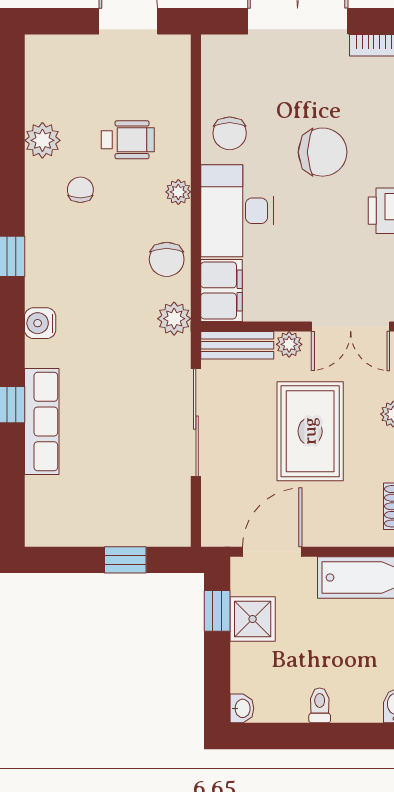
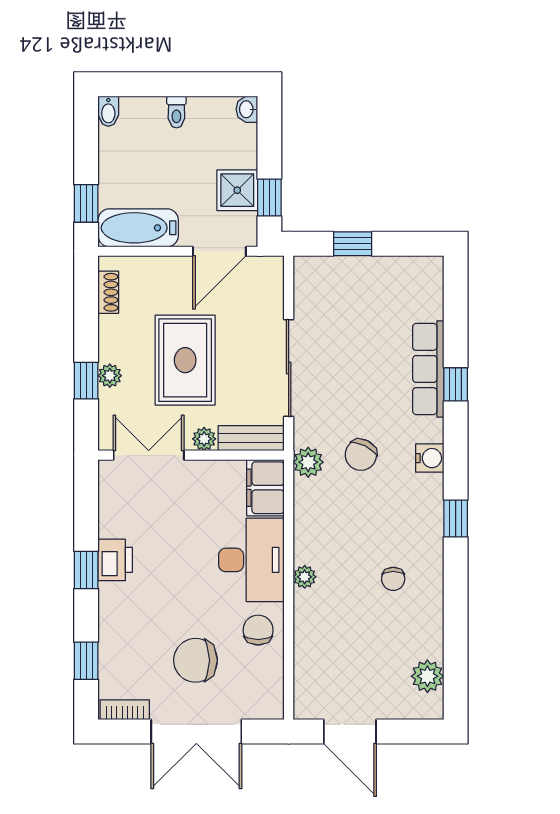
plant: (42, 140) -> (427, 676), moved
wheelchair: (128, 140) -> (350, 624), removed
chair: (323, 152) -> (196, 660), moved
chair: (167, 259) -> (361, 455), moved, turned -153

